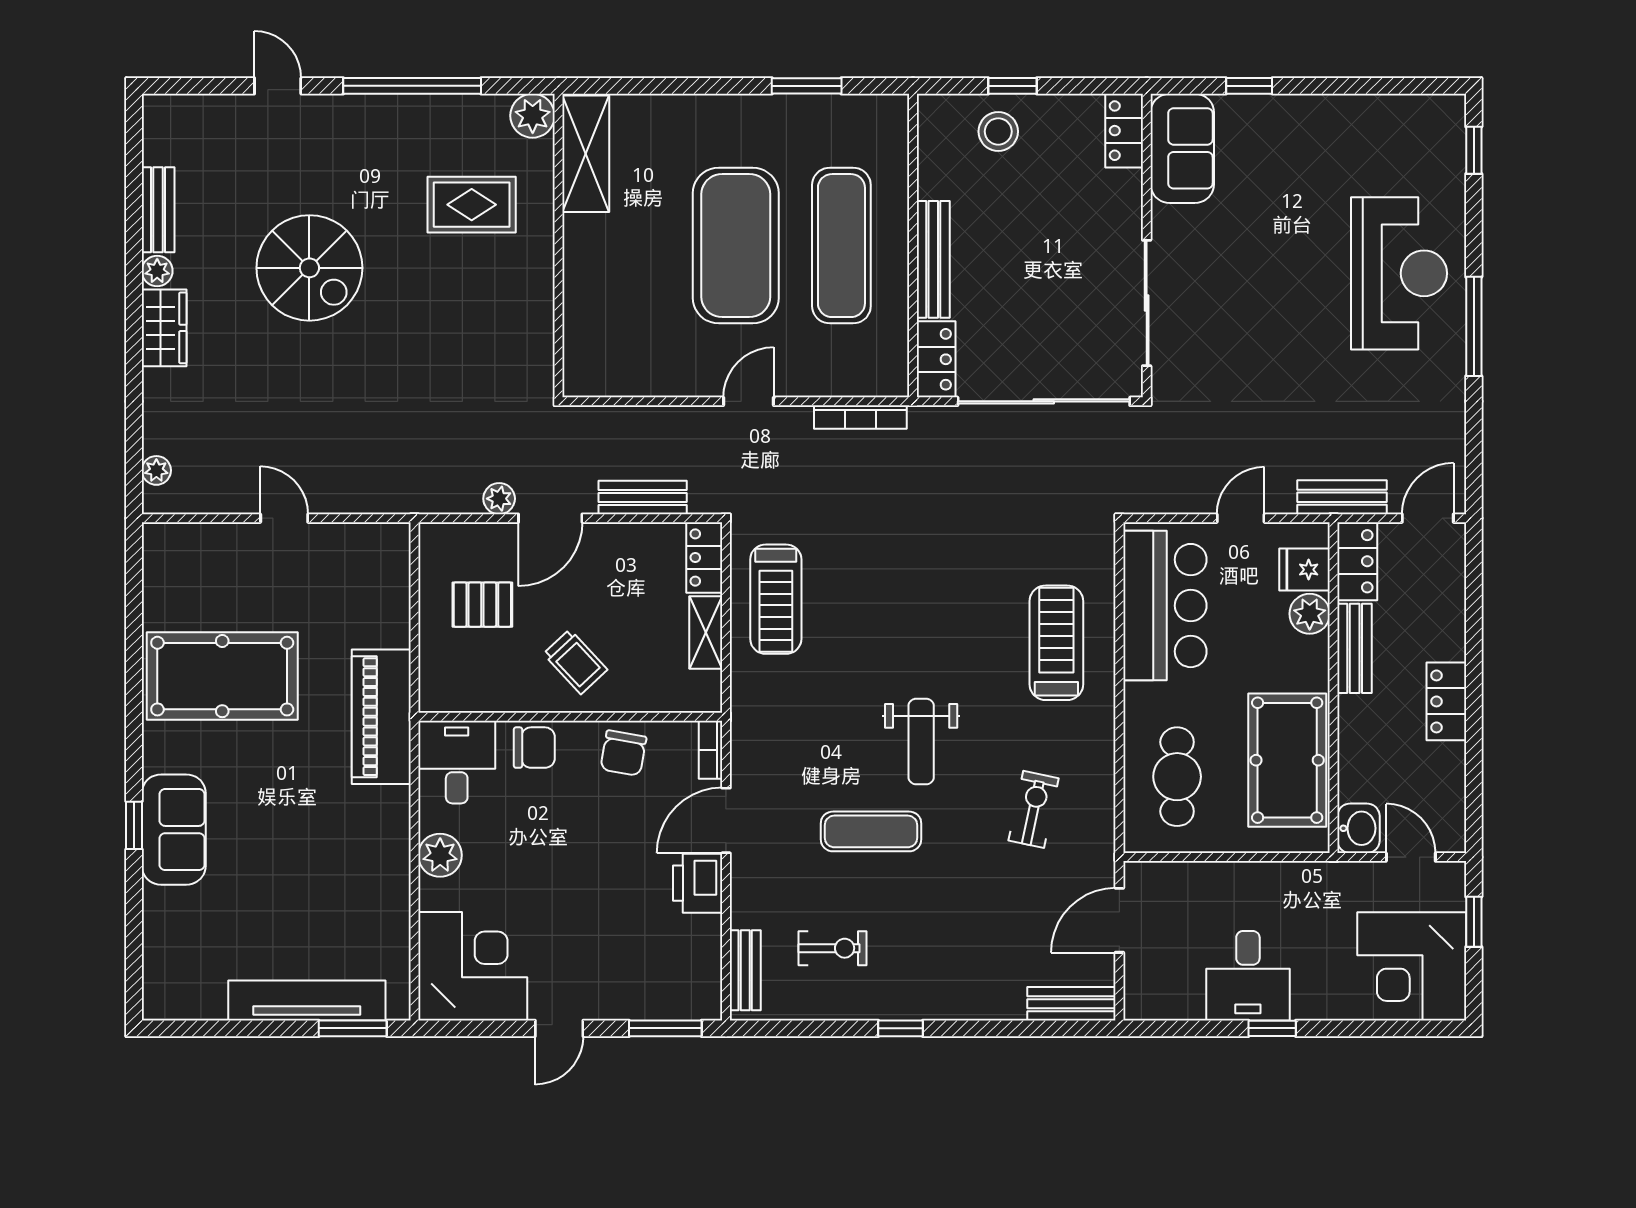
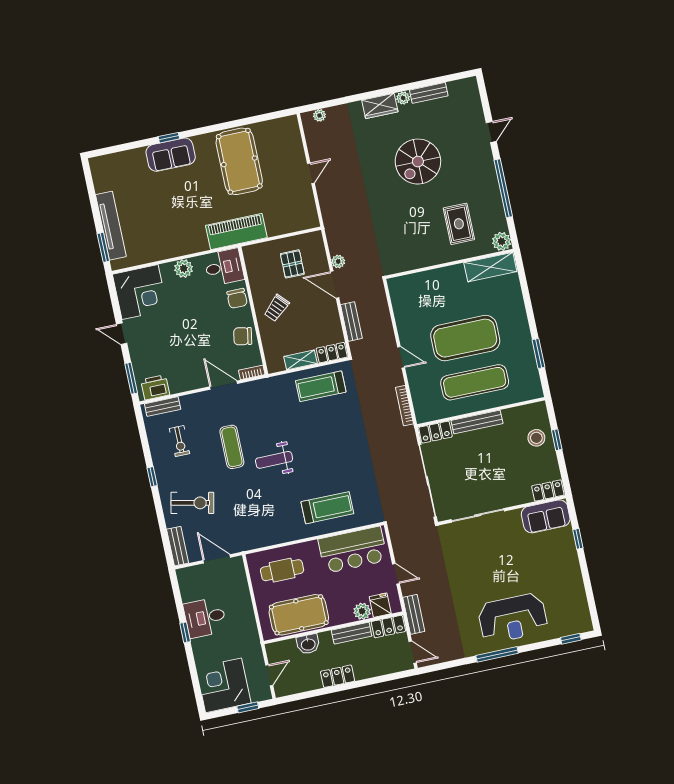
exercise bike: (1034, 809) -> (192, 503), moved, width x1.38, depth x1.39
washbasin: (1359, 828) -> (308, 644), moved
printer: (698, 883) -> (155, 387), moved

